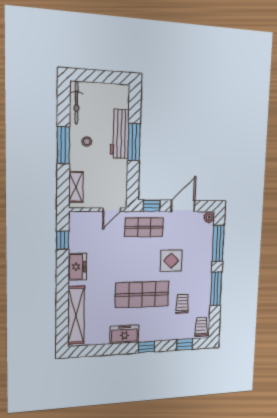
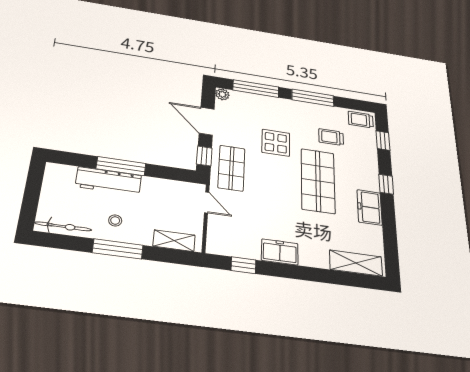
shelving: (76, 315) -> (356, 263), width x0.68

